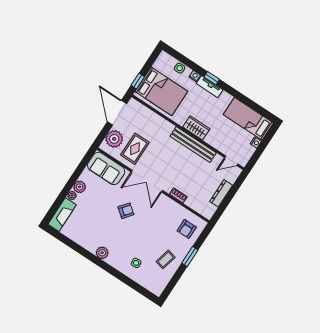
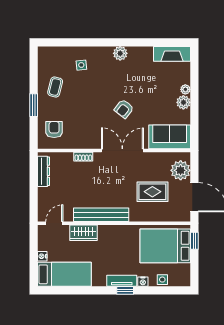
wardrobe: (196, 128) -> (83, 233), moved
rug: (135, 149) -> (152, 192), moved, turned 90
dresser: (221, 193) -> (44, 171), moved
fireplace: (62, 215) -> (172, 54), moved, turned -90

